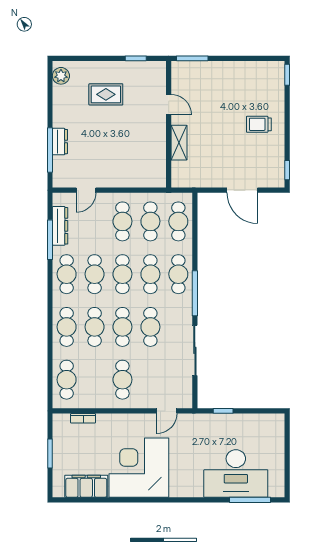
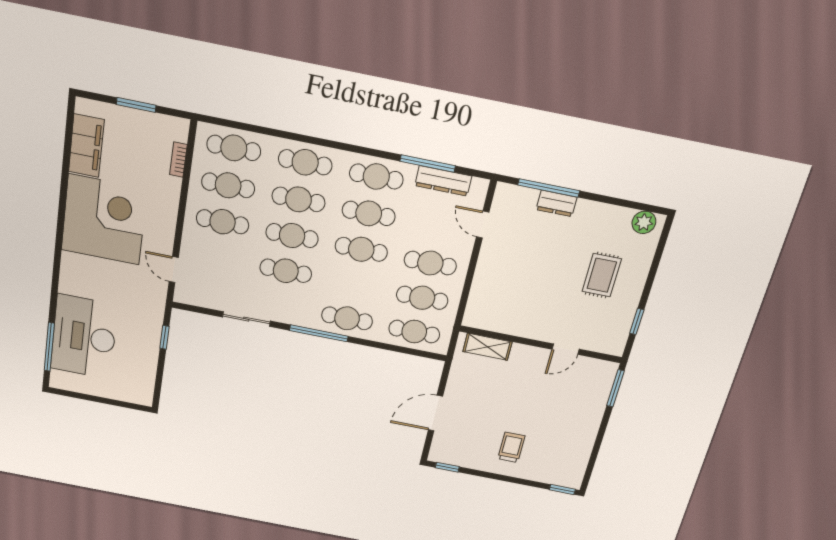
shelving: (179, 143) -> (487, 347), moved
cafe table: (150, 274) -> (228, 185), moved
sliding door: (195, 350) -> (246, 319), width x0.73

